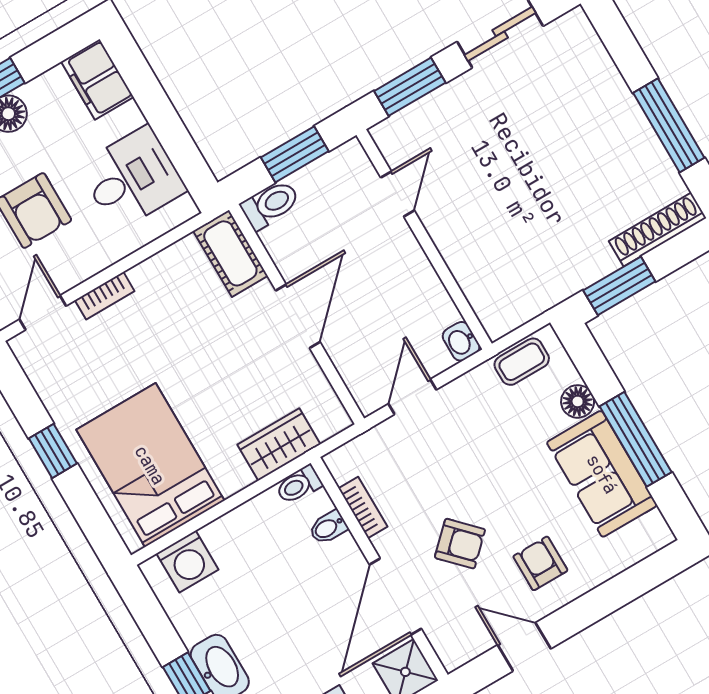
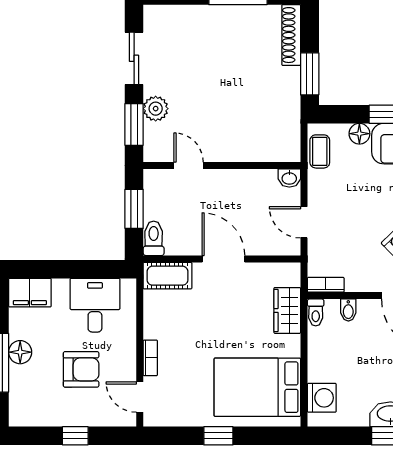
plant: (449, 104) -> (156, 109), added
bookcase: (363, 508) -> (326, 285), moved

